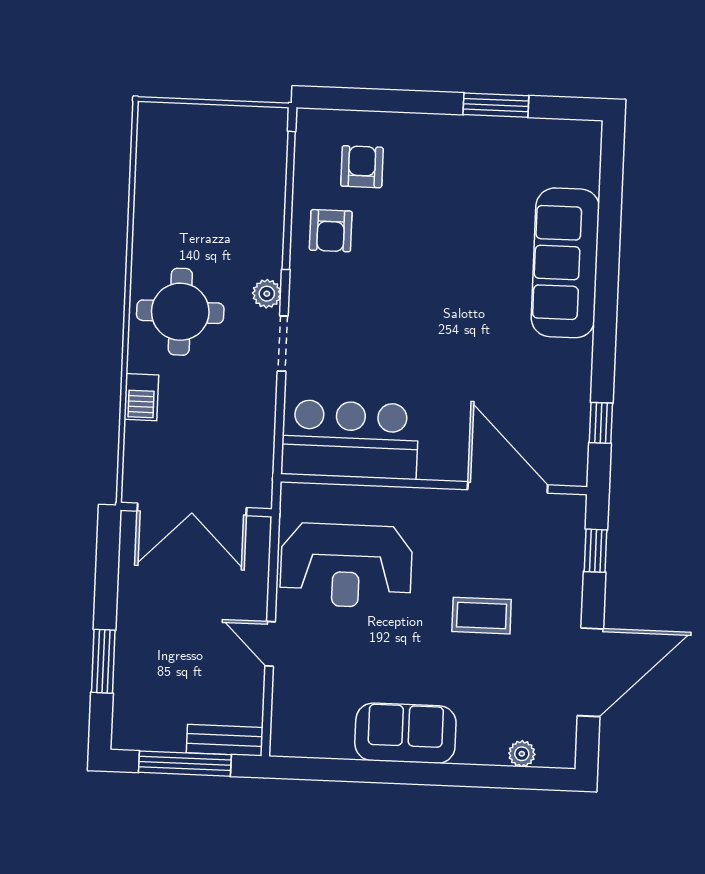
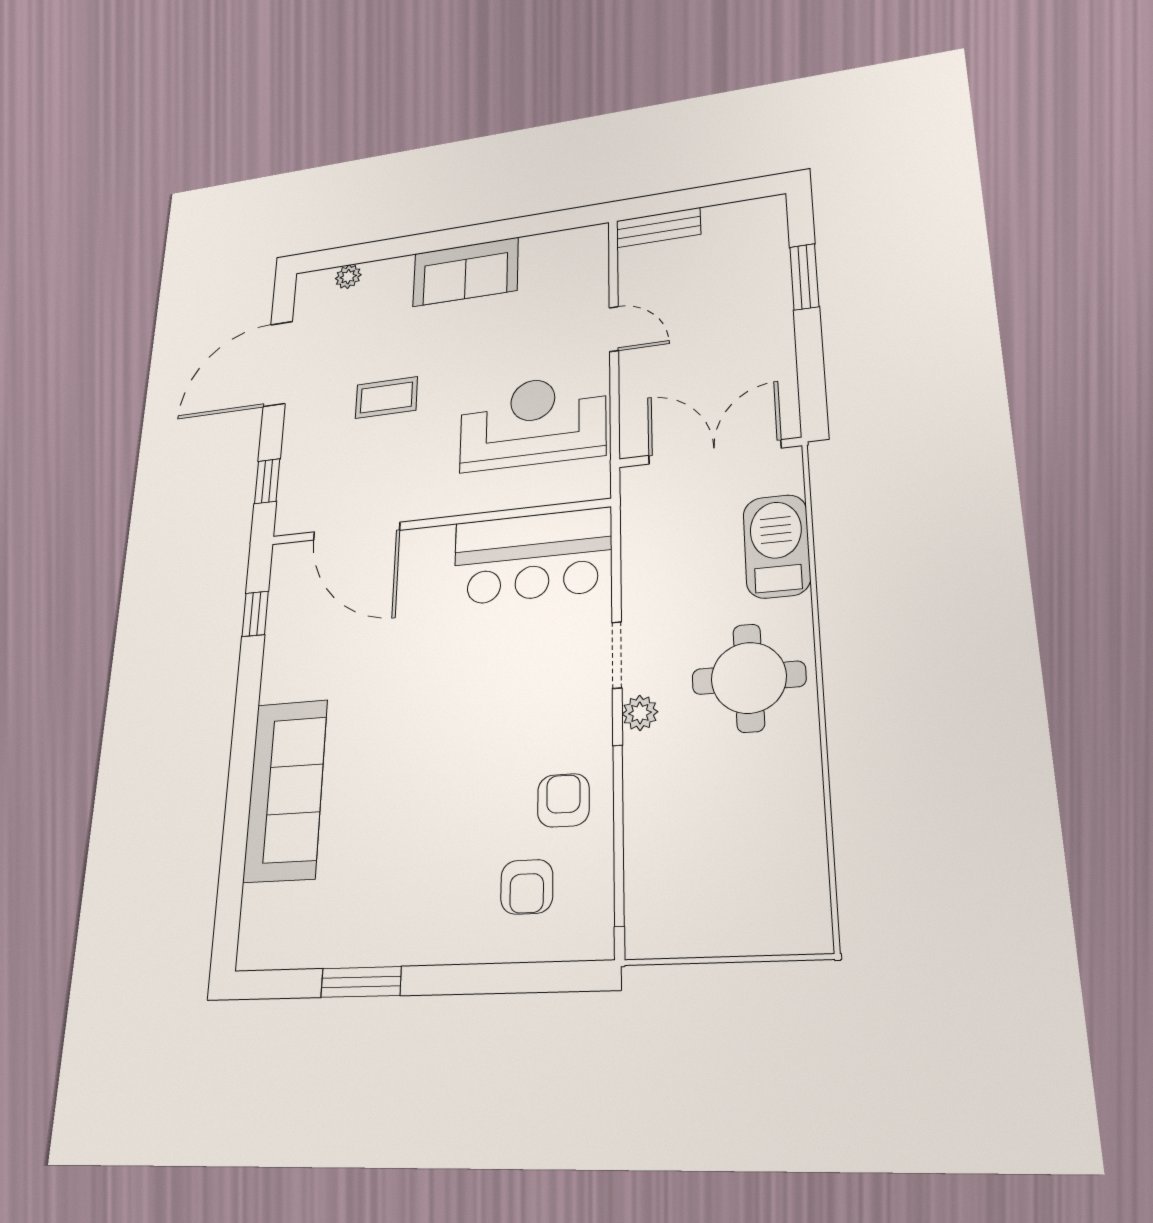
barbecue: (141, 397) -> (777, 546), width x1.88, depth x1.53
window: (185, 764) -> (701, 197), removed

